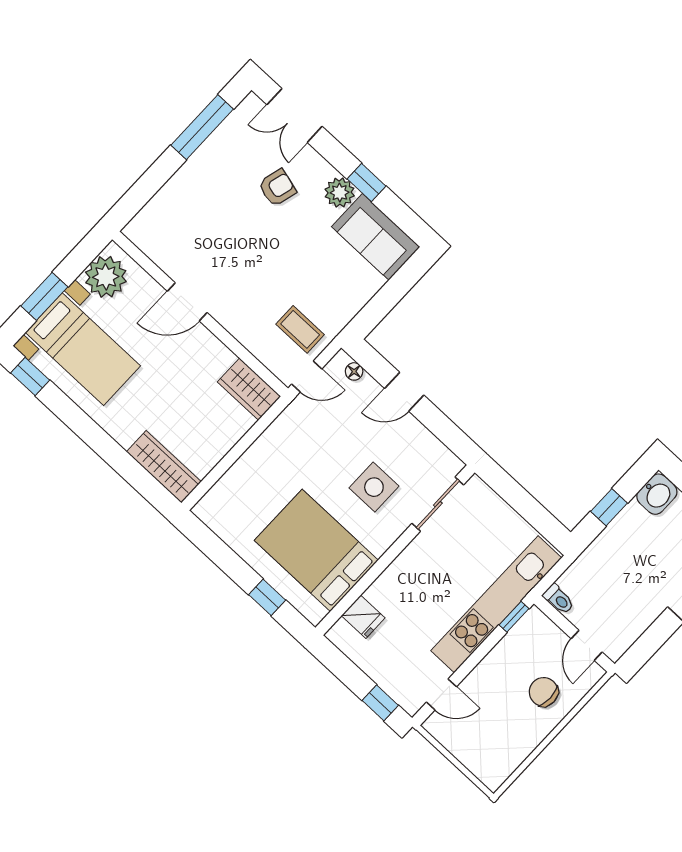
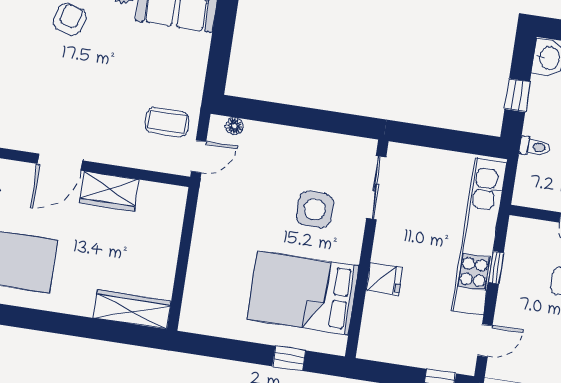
wardrobe: (249, 389) -> (109, 191), moved
door: (404, 392) -> (286, 115), removed
toilet: (559, 599) -> (535, 147), moved
fridge: (363, 617) -> (384, 279), moved
window: (514, 617) -> (496, 268), moved

